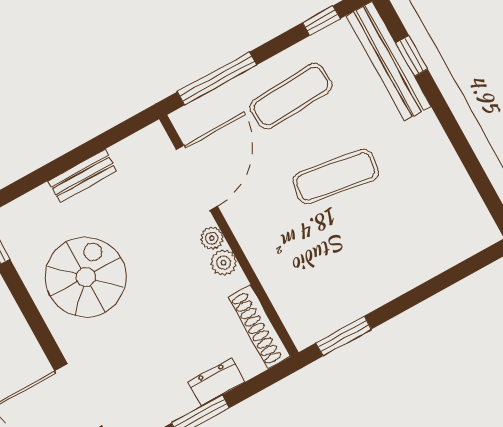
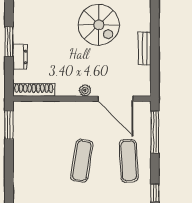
plant: (224, 263) -> (71, 90), removed

